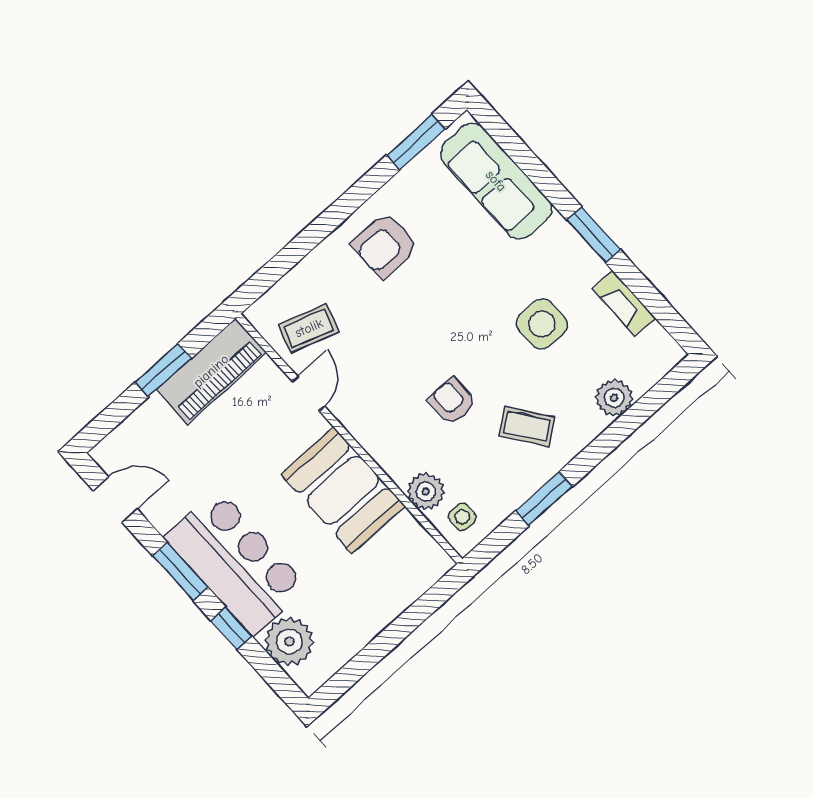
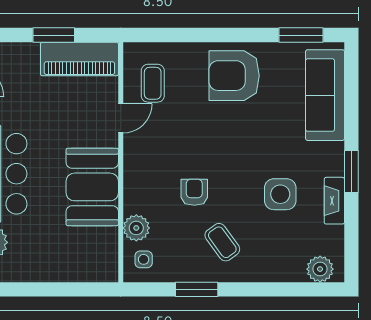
armchair: (385, 245) -> (234, 76), width x1.36, depth x1.36
fireplace: (624, 303) -> (334, 201), moved
coffee table: (309, 328) -> (153, 83), turned 71
plant: (614, 398) -> (320, 269), moved

